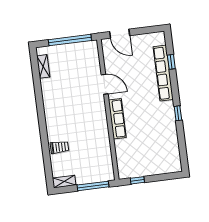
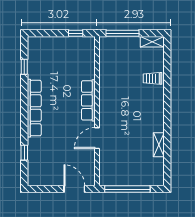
shelving: (43, 66) -> (159, 145), moved
row of seats: (163, 73) -> (34, 108), moved
door: (105, 84) -> (97, 138), hinge flipped
window: (178, 113) -> (24, 67), moved

